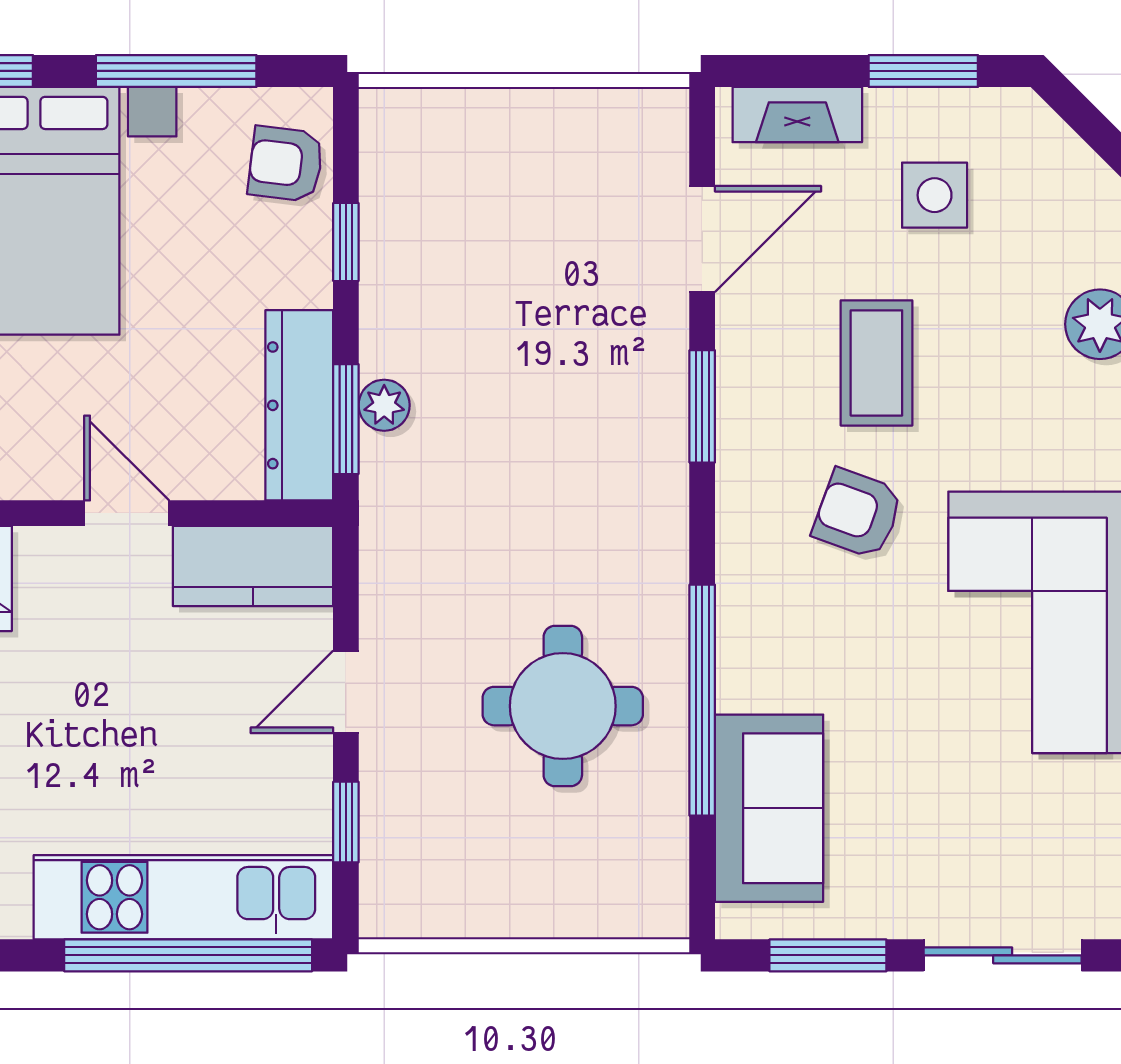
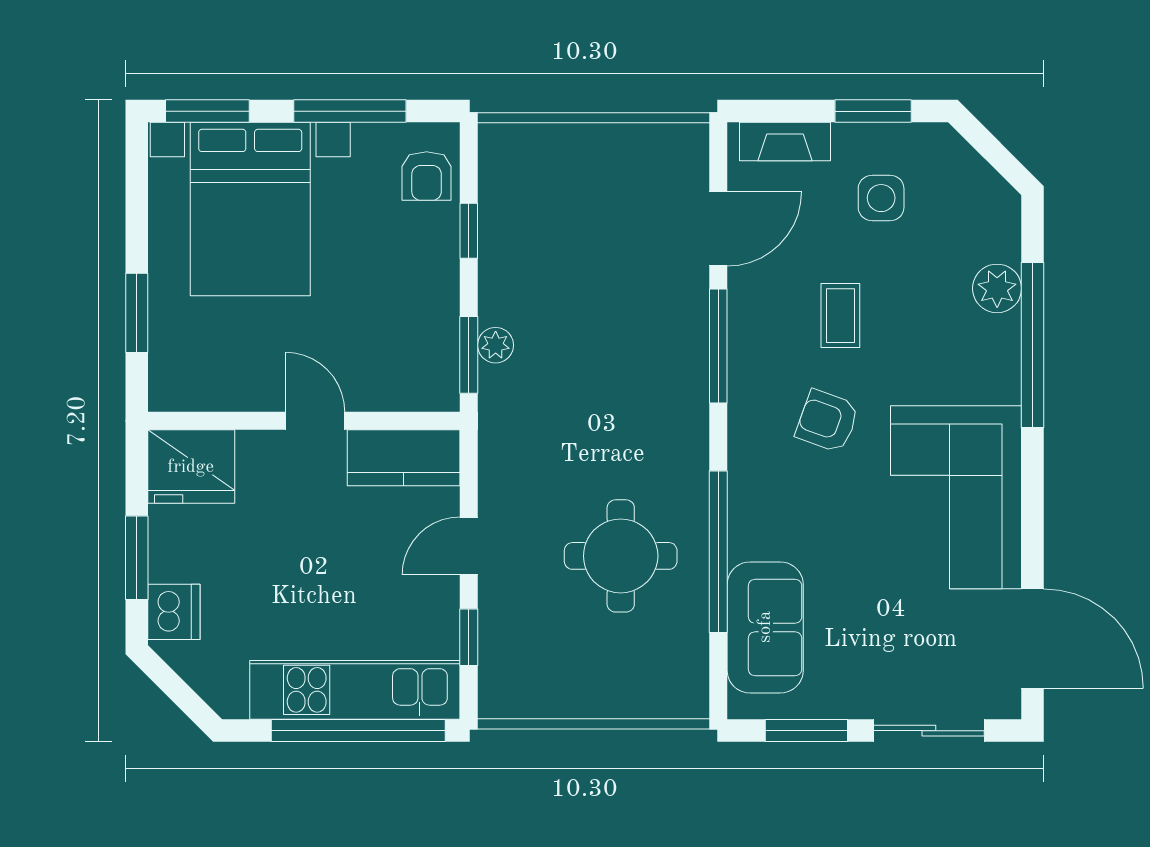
armchair: (286, 164) -> (427, 176), turned -97
coffee table: (876, 363) -> (840, 316), width x0.73, depth x0.77
dresser: (299, 405) -> (436, 345), removed
window: (702, 406) -> (718, 346), width x1.44

